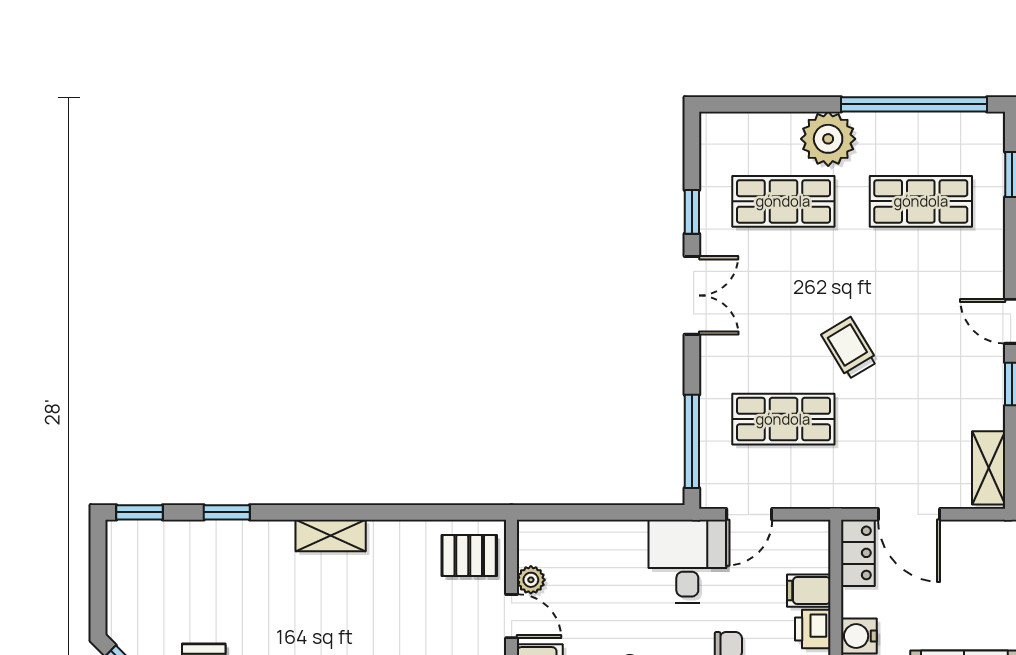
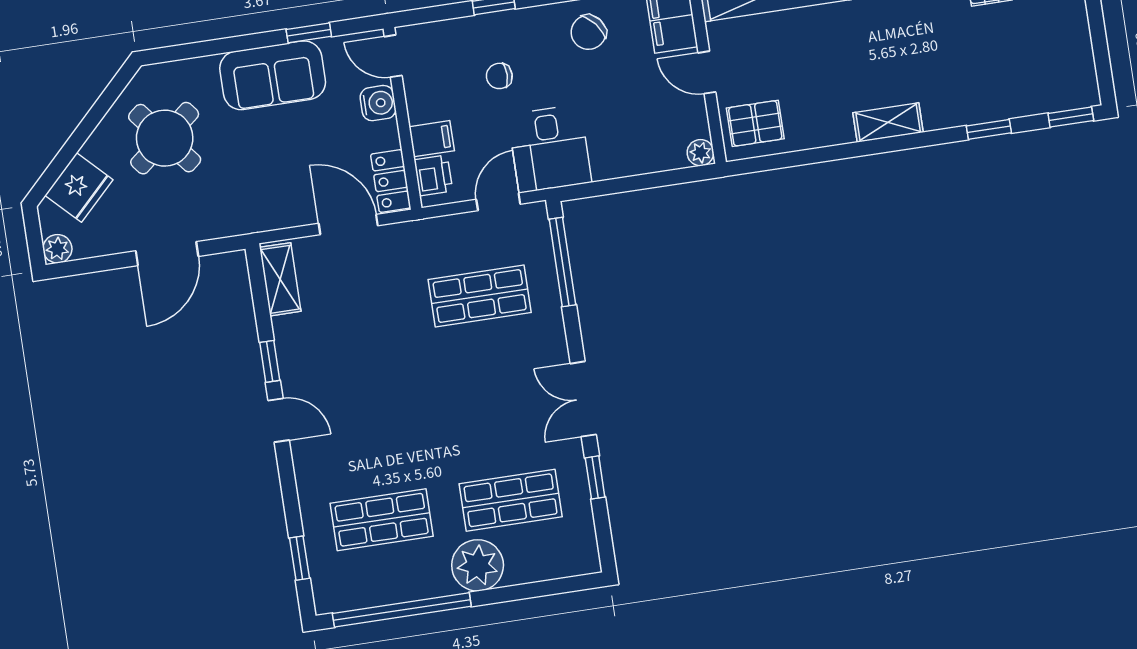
trolley: (849, 348) -> (428, 372), removed
plant: (531, 580) -> (700, 153), moved
printer: (813, 629) -> (433, 175), moved

